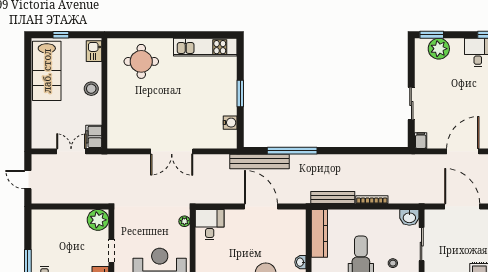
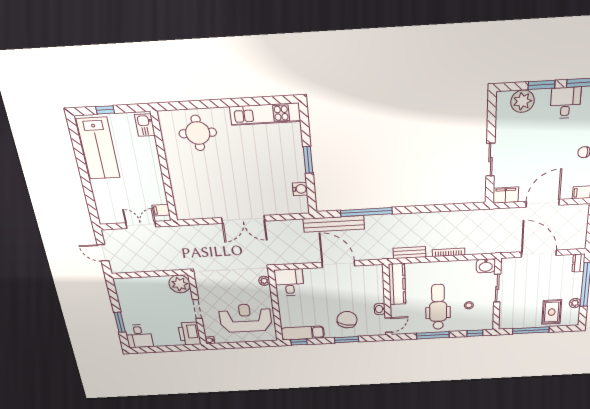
window: (432, 35) -> (541, 85), moved
stool: (91, 89) -> (149, 164), removed
filing cabinet: (94, 137) -> (161, 210), width x0.50
filing cabinet: (421, 141) -> (506, 195), width x2.00
bench: (333, 198) -> (409, 253), width x0.73

